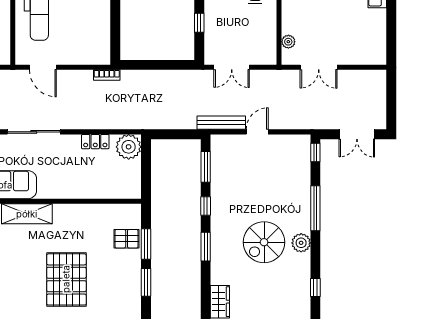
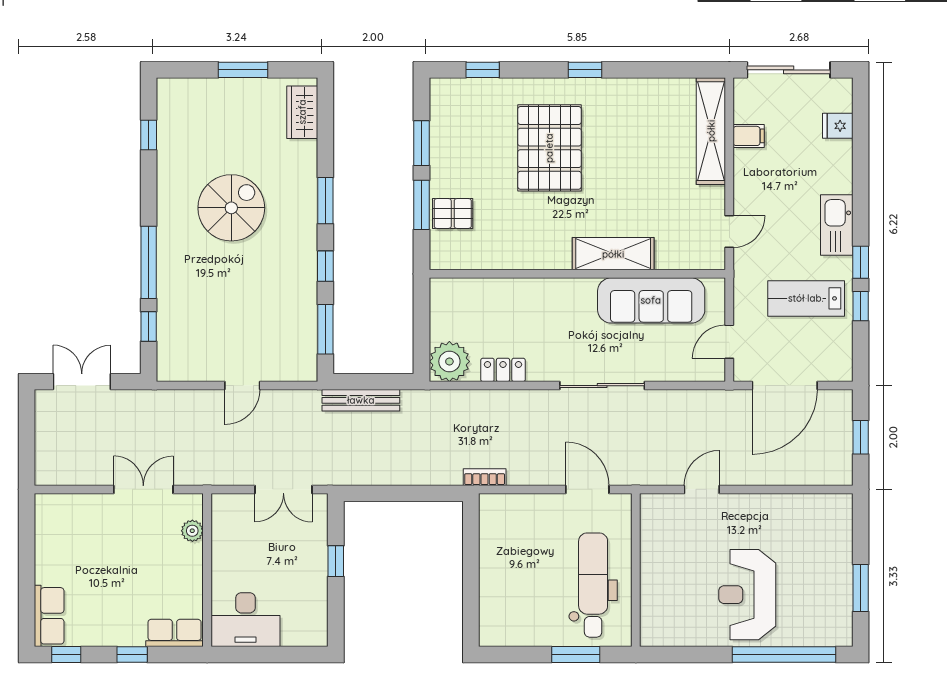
double door: (232, 67) -> (283, 489), swing flipped
bench: (221, 123) -> (361, 400), moved
window: (315, 152) -> (149, 327), moved
plant: (301, 243) -> (172, 207), removed

